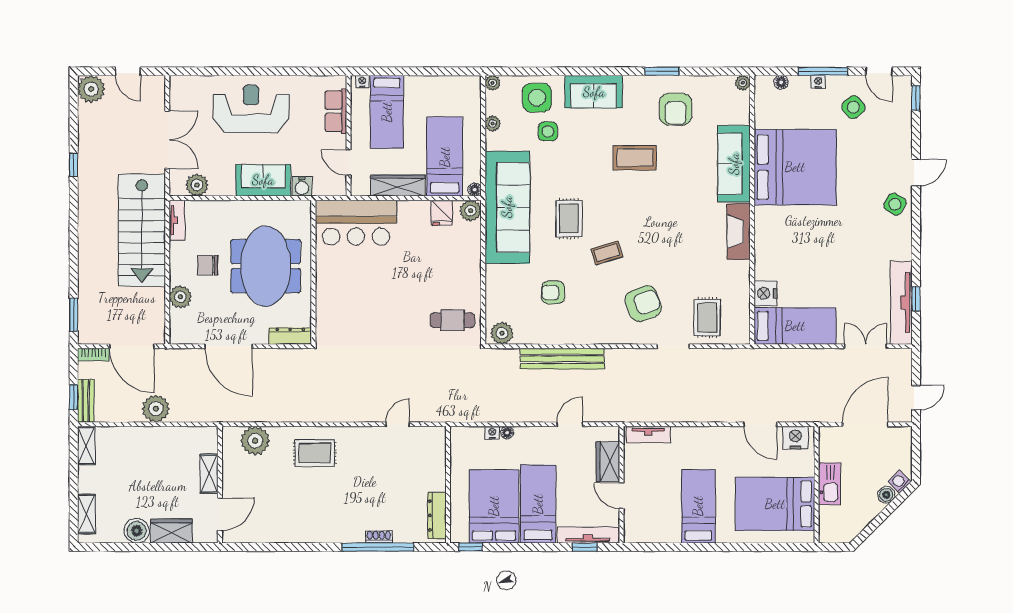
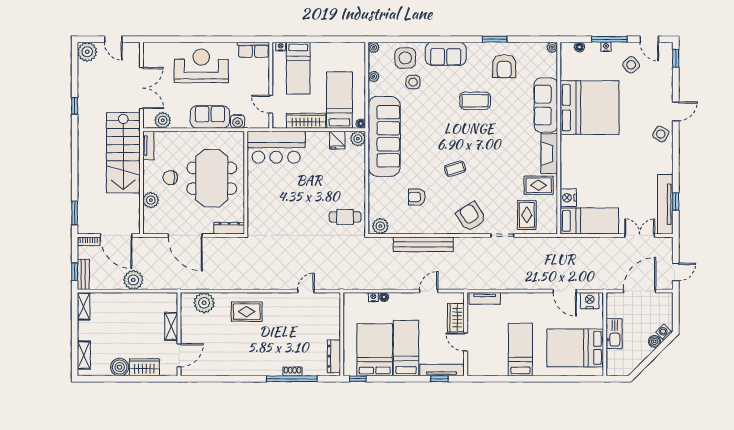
row of seats: (336, 111) -> (253, 50), moved, turned -90
rug: (569, 219) -> (539, 185), moved, turned 90
armchair: (643, 304) -> (471, 217), moved, turned -102

